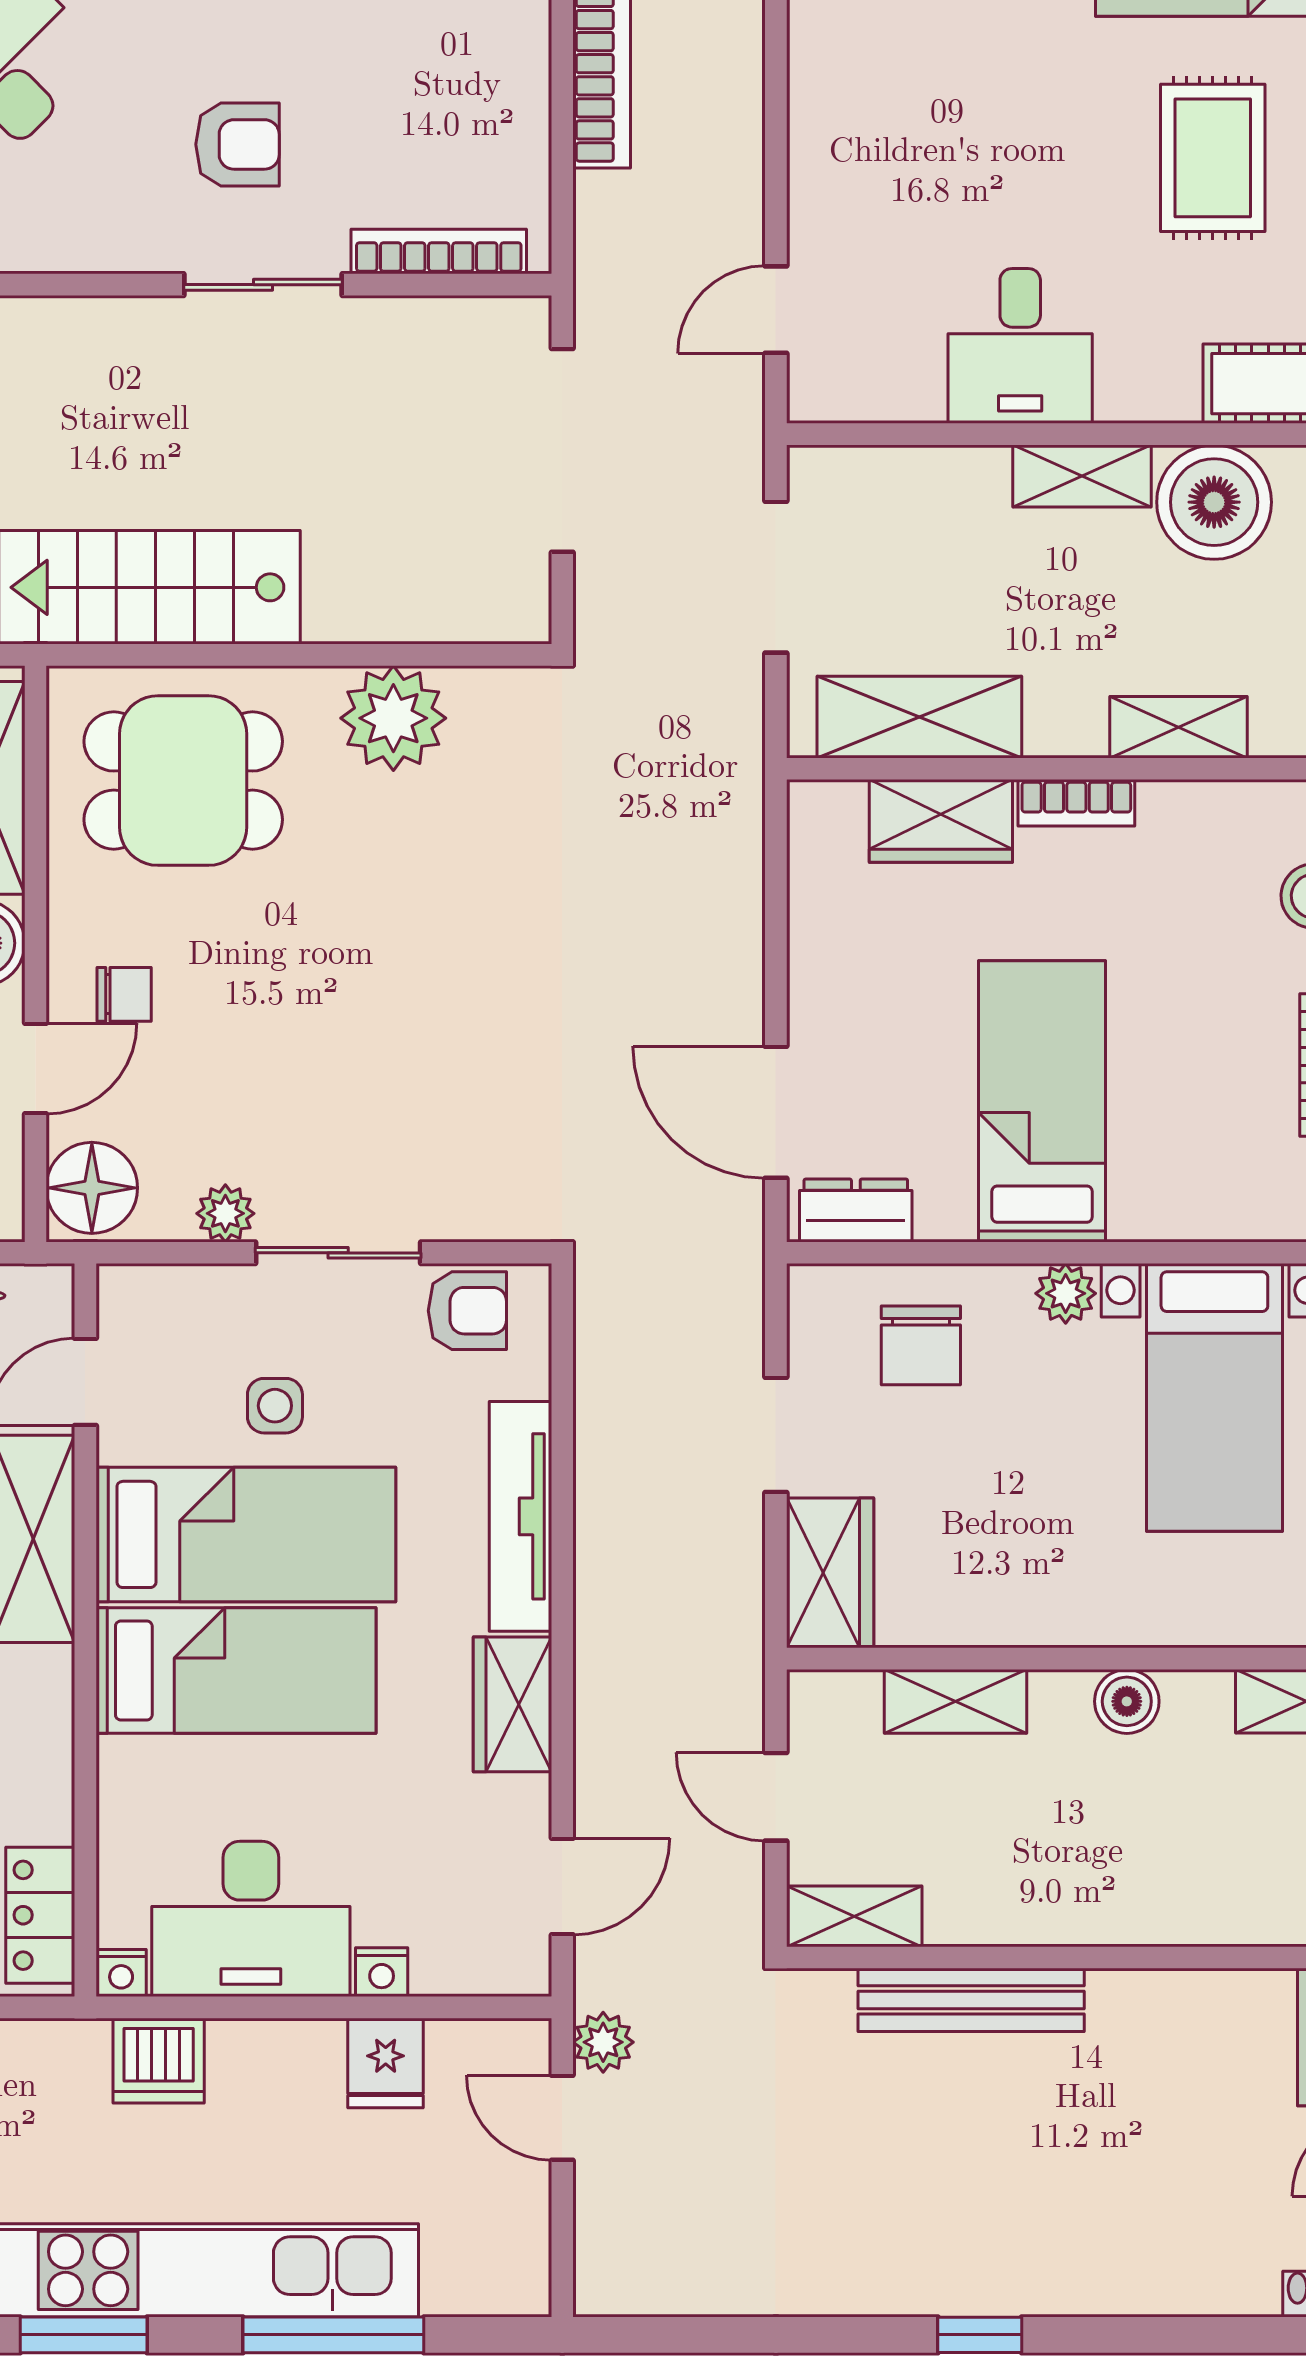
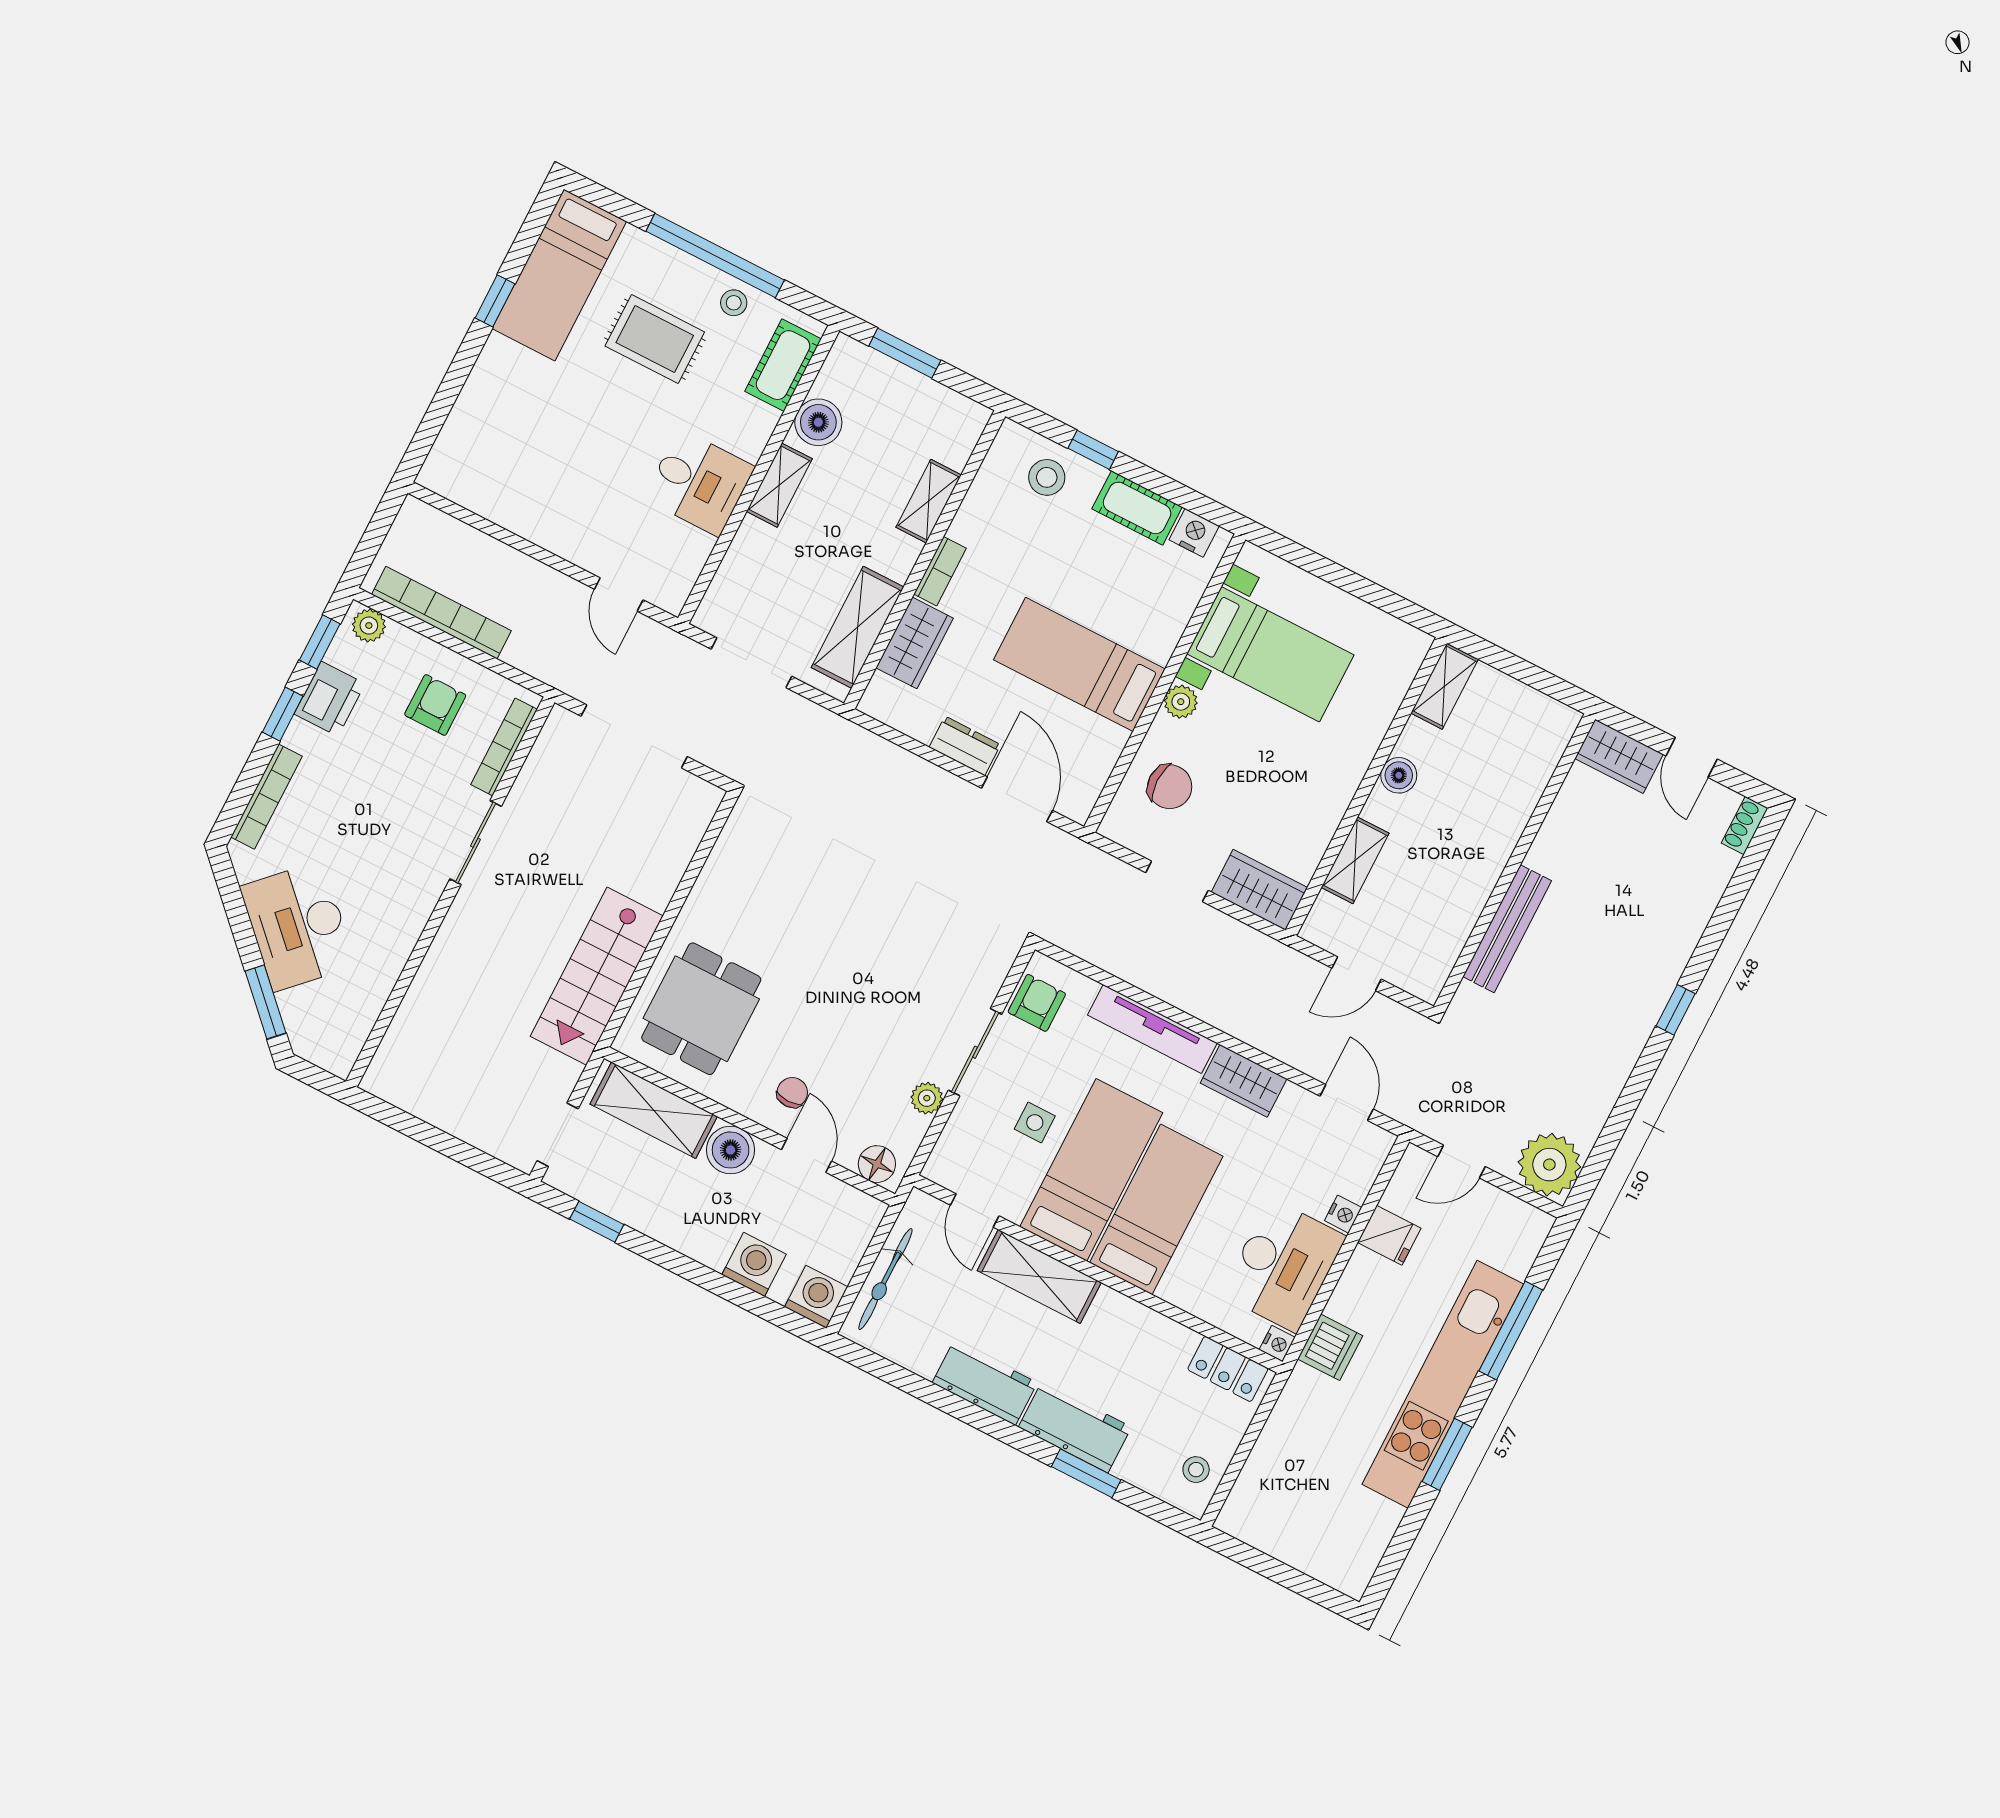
armchair: (238, 144) -> (435, 705), moved
boiler: (1214, 502) -> (818, 422), width x0.73, depth x0.73
plant: (393, 718) -> (724, 889), removed
door: (776, 1112) -> (1017, 799), swing flipped
floor lamp: (92, 1188) -> (877, 1164), width x0.73, depth x0.73
dresser: (856, 1211) -> (965, 746), moved, turned 90
shelving: (854, 1916) -> (1436, 965), removed
plant: (603, 2042) -> (1549, 1165), moved, width x1.88, depth x1.88

